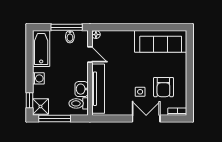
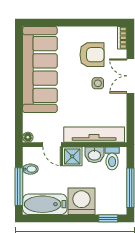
window: (67, 27) -> (19, 187), moved
sofa: (161, 41) -> (40, 70), width x1.36, depth x1.27
door: (90, 54) -> (52, 145), swing flipped
washing machine: (38, 78) -> (81, 201), width x1.89, depth x1.89
shower: (40, 106) -> (72, 156), moved

